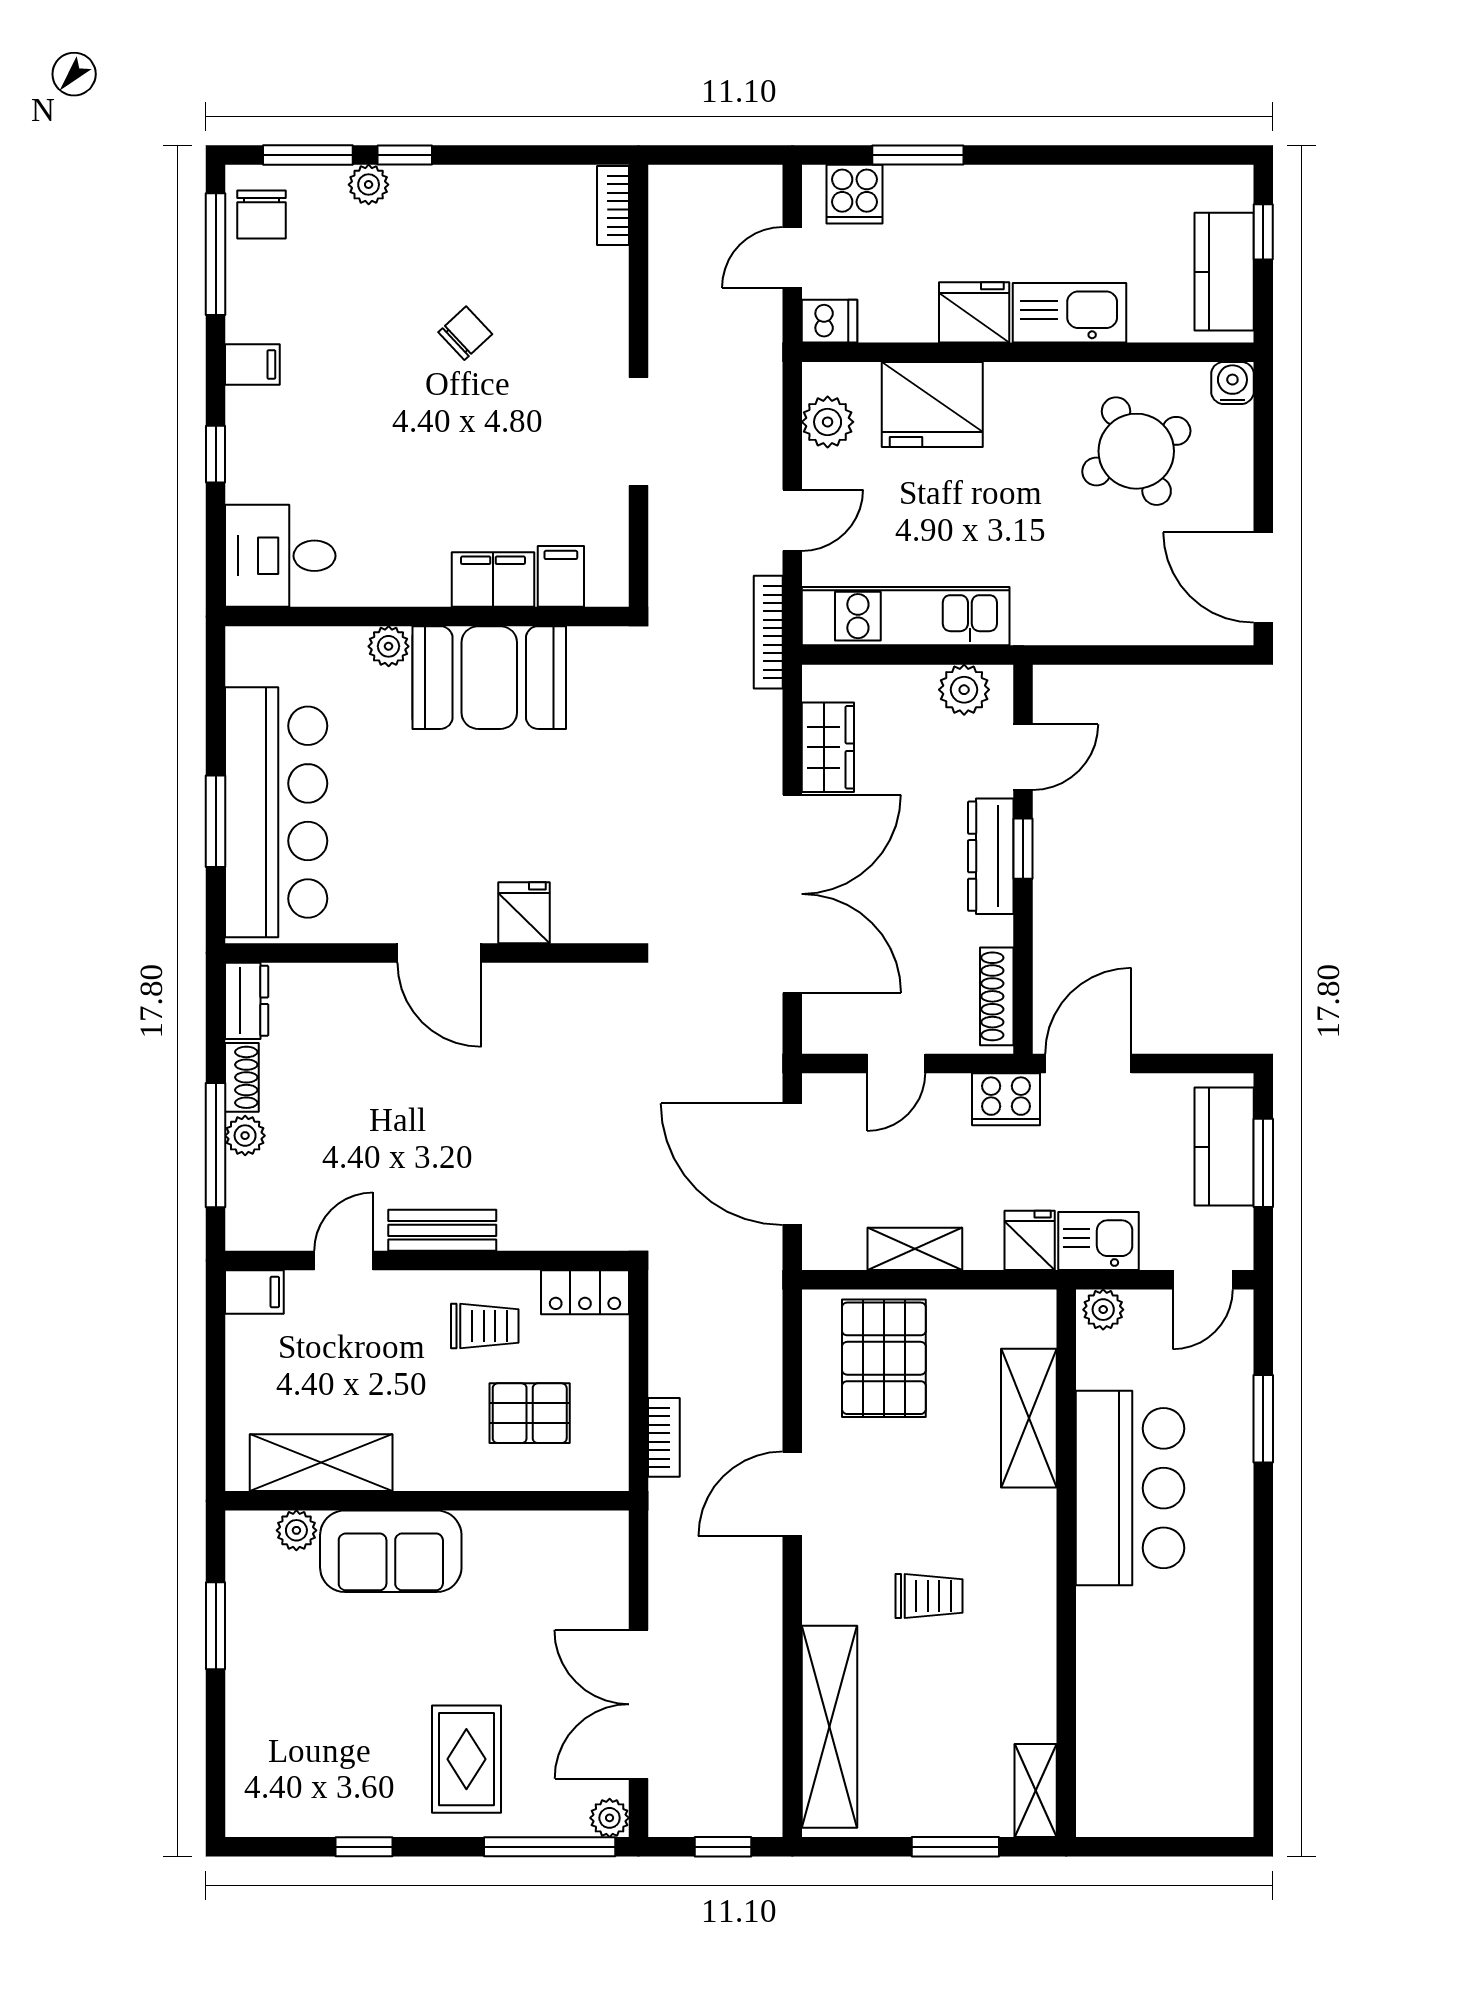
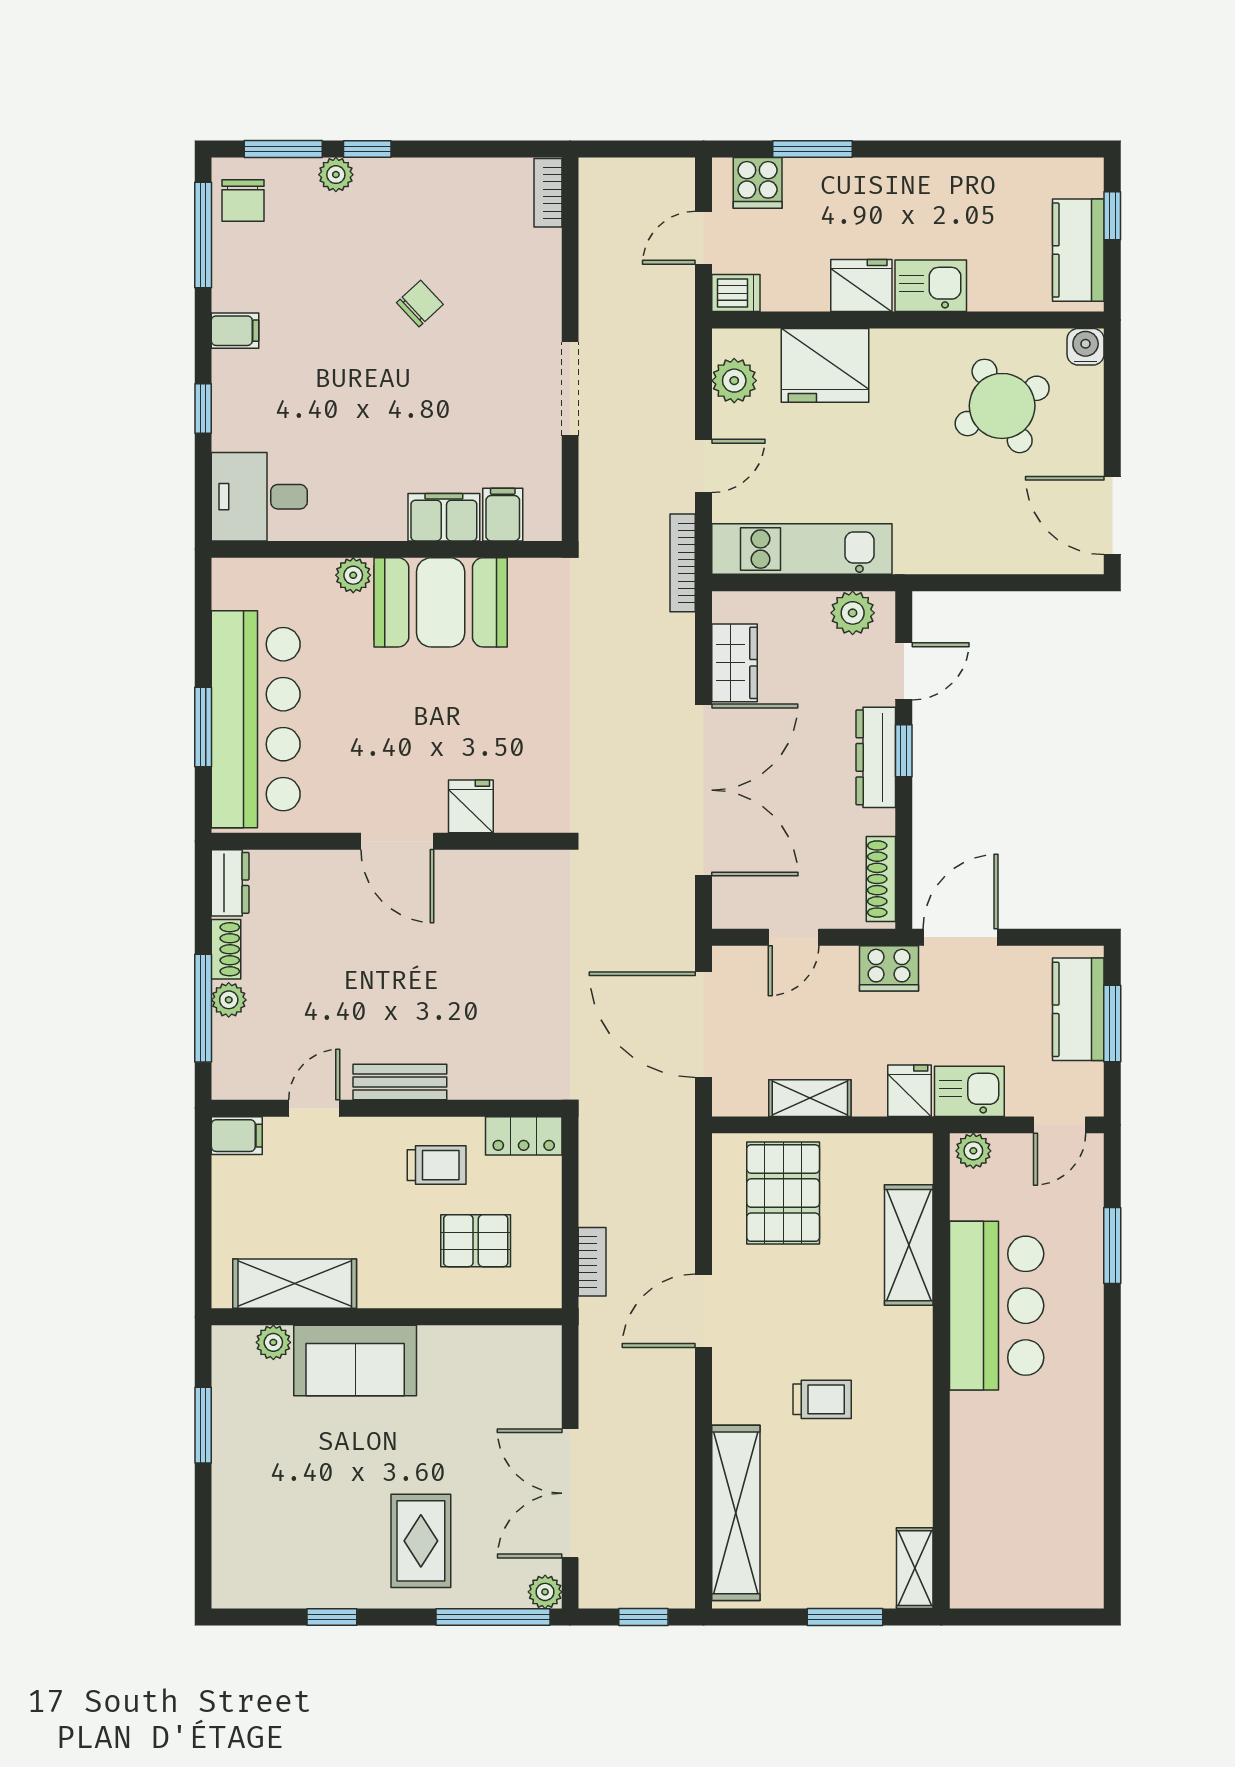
kitchen sink: (1070, 313) -> (931, 286), width x0.73

